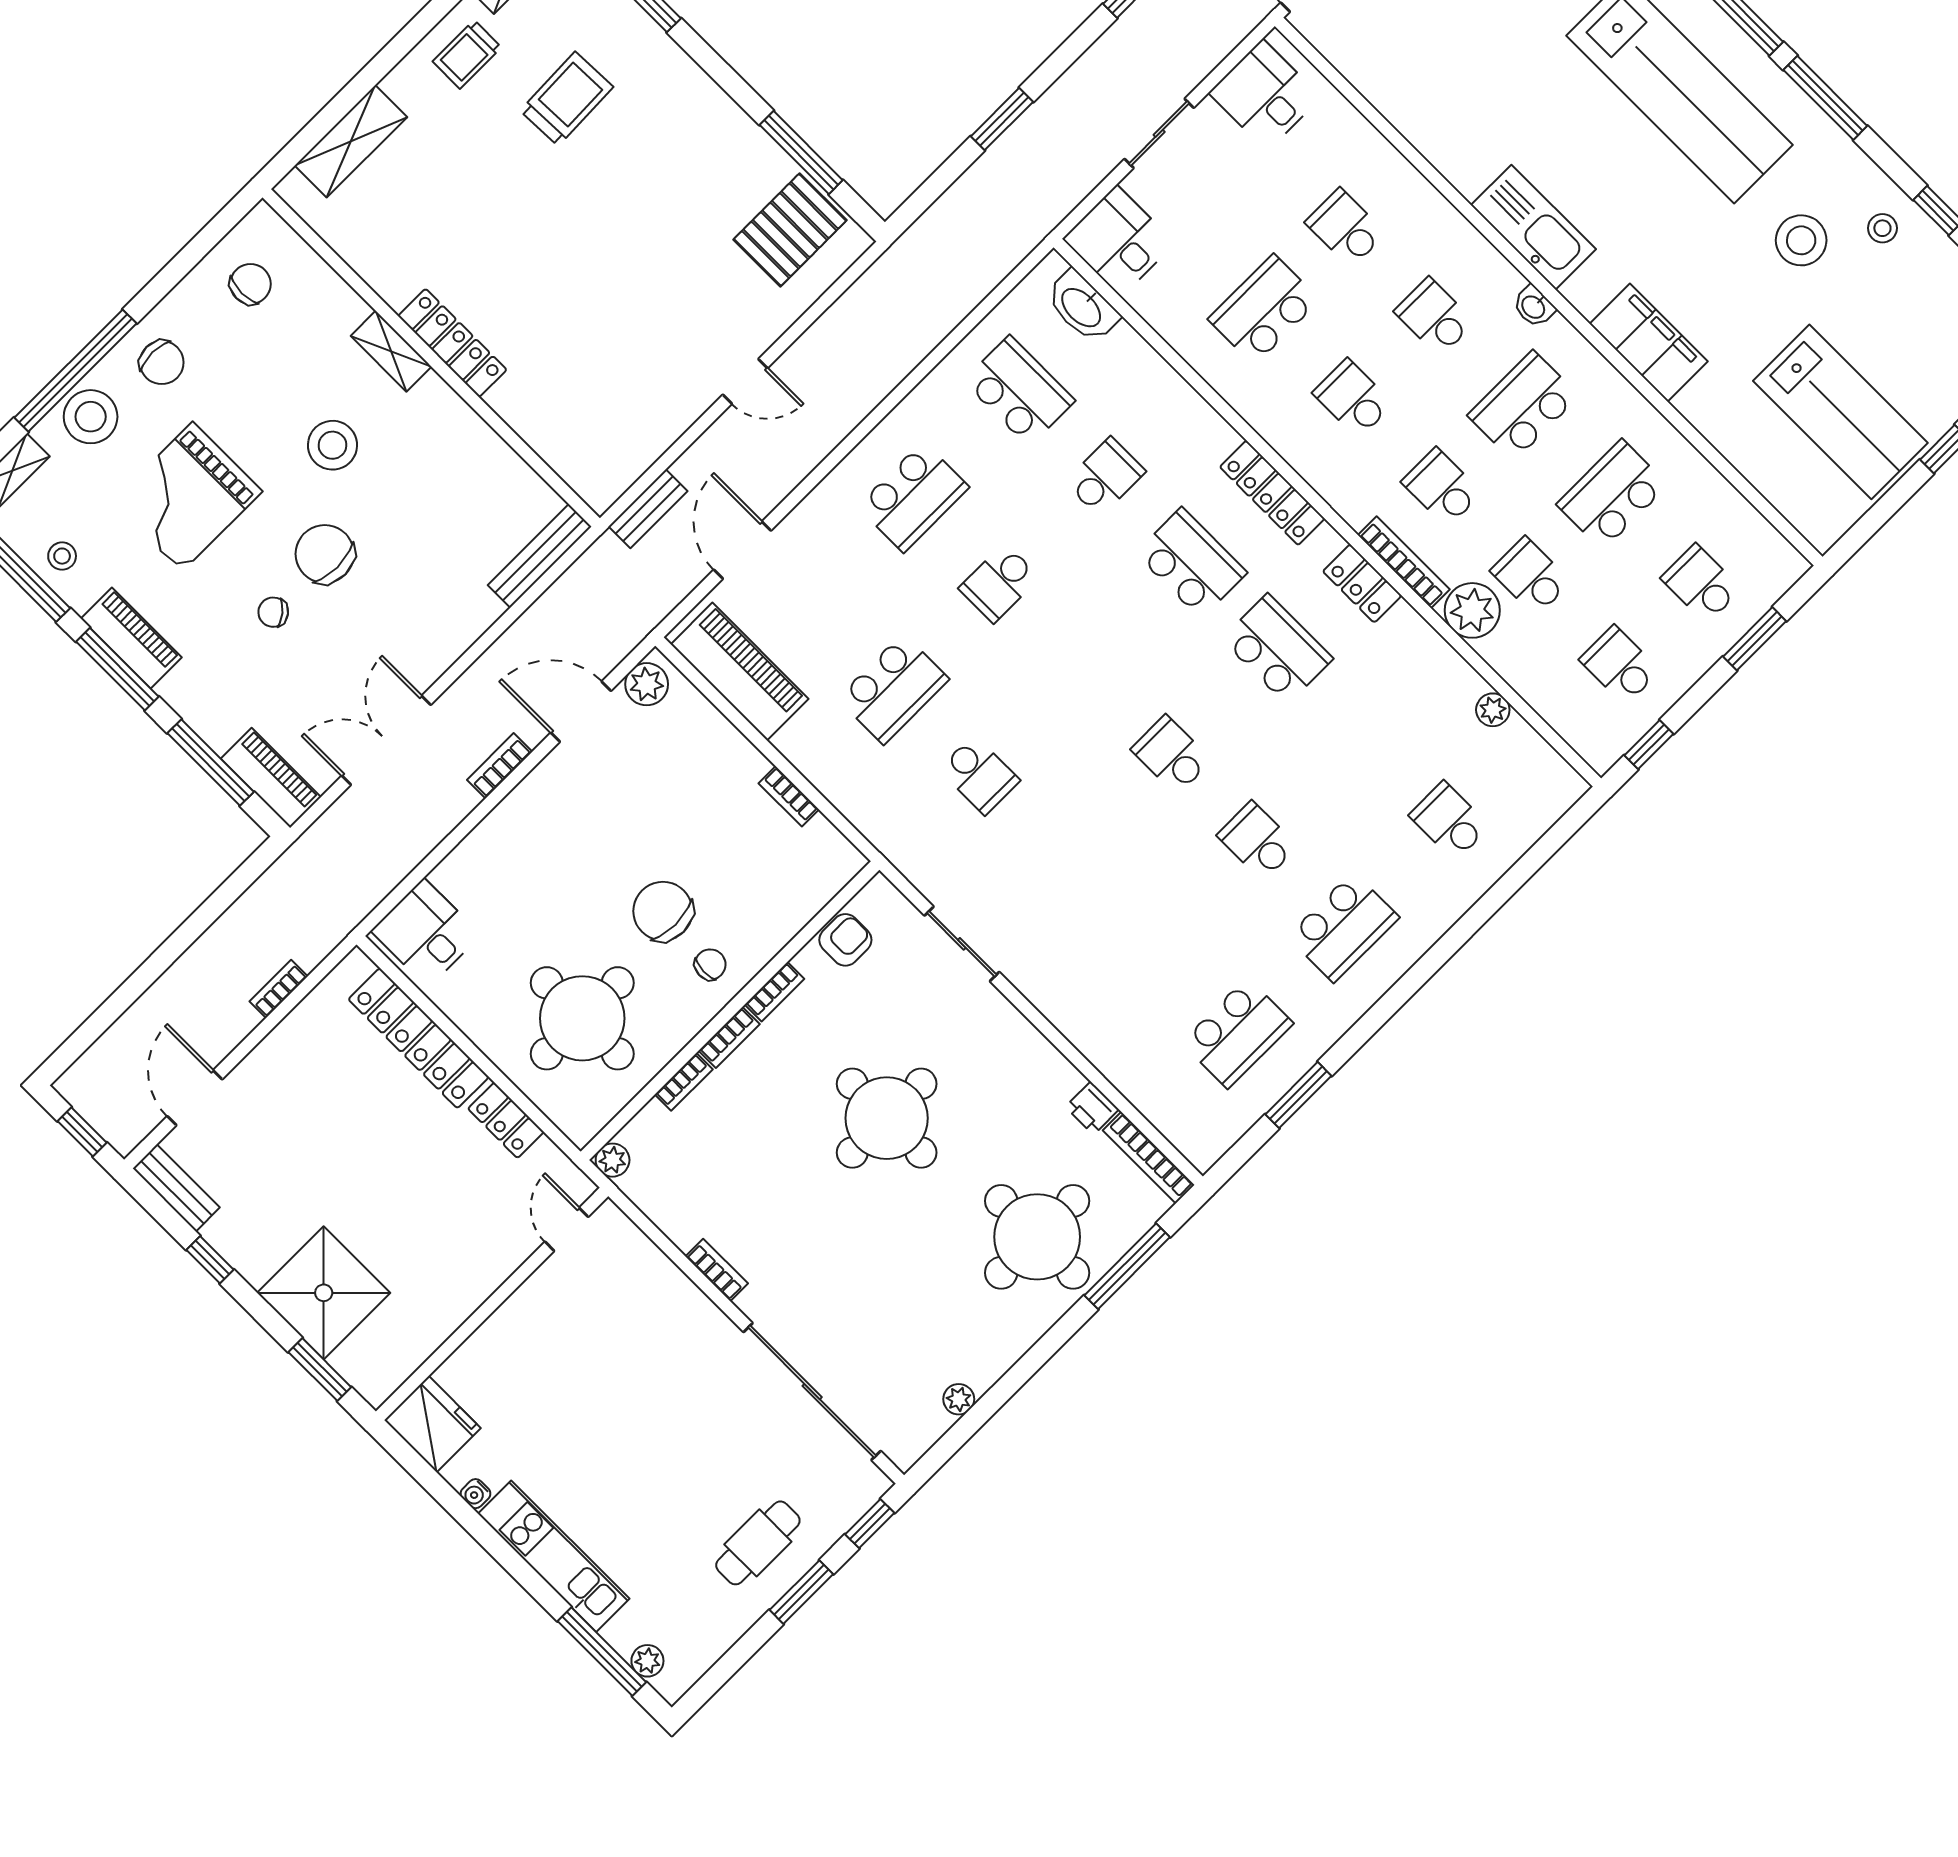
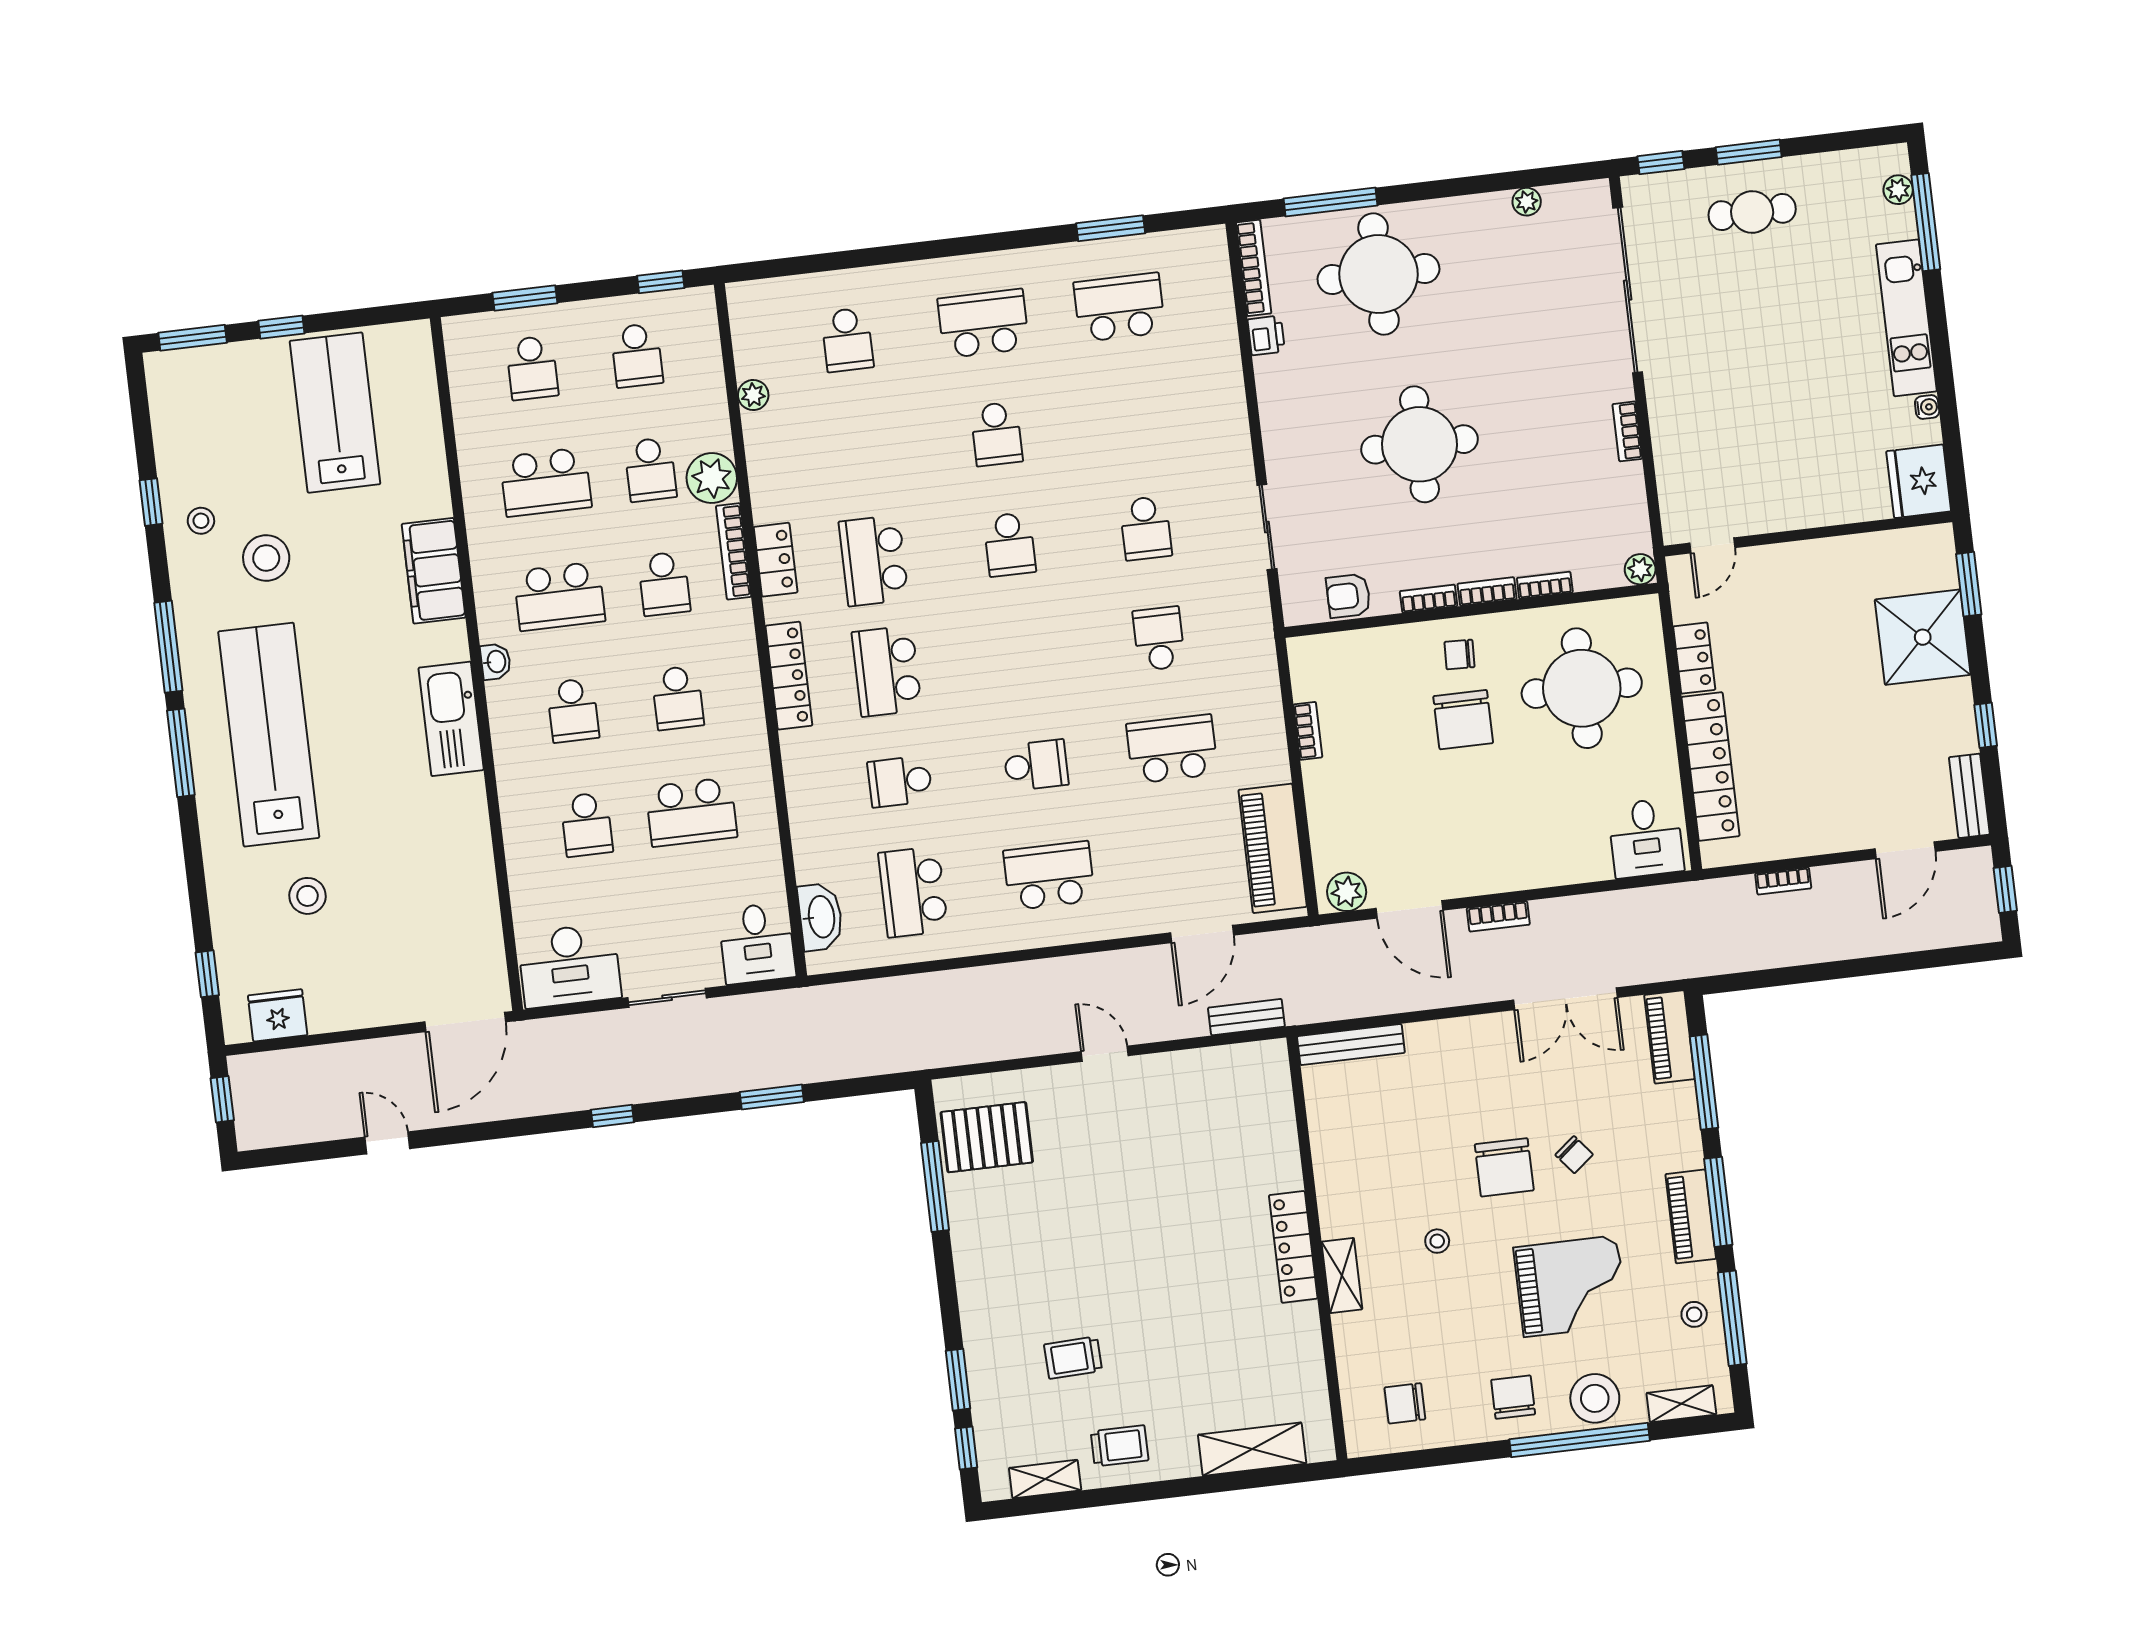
desk: (1265, 95) -> (569, 966), width x1.37
trolley: (567, 99) -> (1073, 1358), width x0.73, depth x0.72
stool: (333, 445) -> (1437, 1241), width x0.53, depth x0.53
school desk: (1065, 861) -> (1146, 528), added

